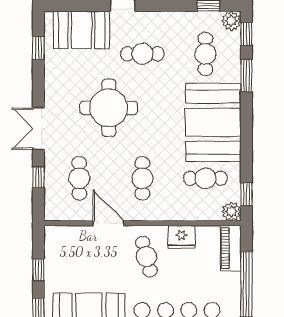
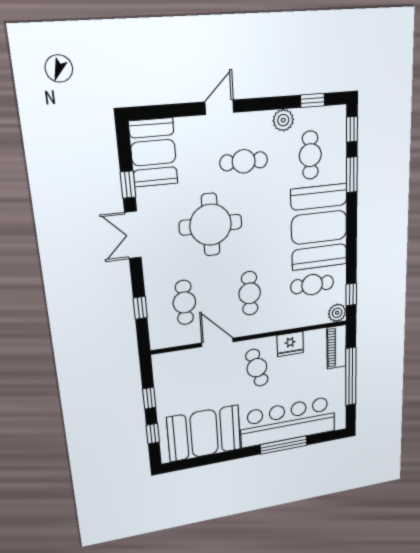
plant: (231, 21) -> (283, 120), moved
booth: (82, 30) -> (153, 153), moved, turned 90
window: (38, 48) -> (128, 185), moved
double door: (38, 129) -> (133, 235), moved

